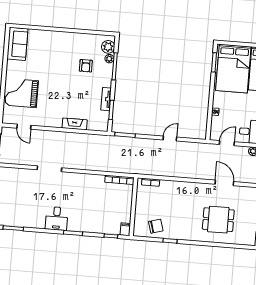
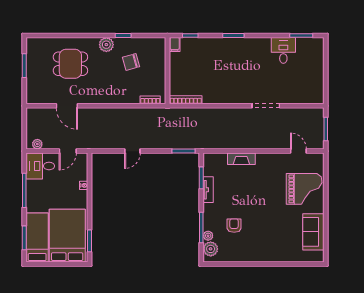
sofa: (17, 44) -> (313, 232), moved
desk: (57, 218) -> (283, 50), moved
chair: (156, 226) -> (131, 62), moved
plant: (185, 234) -> (106, 45), added

